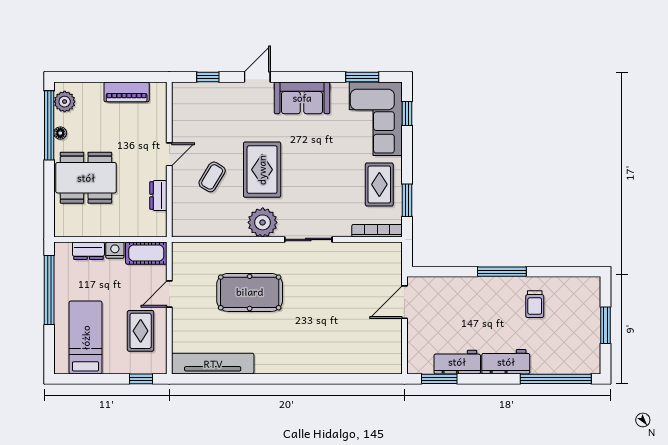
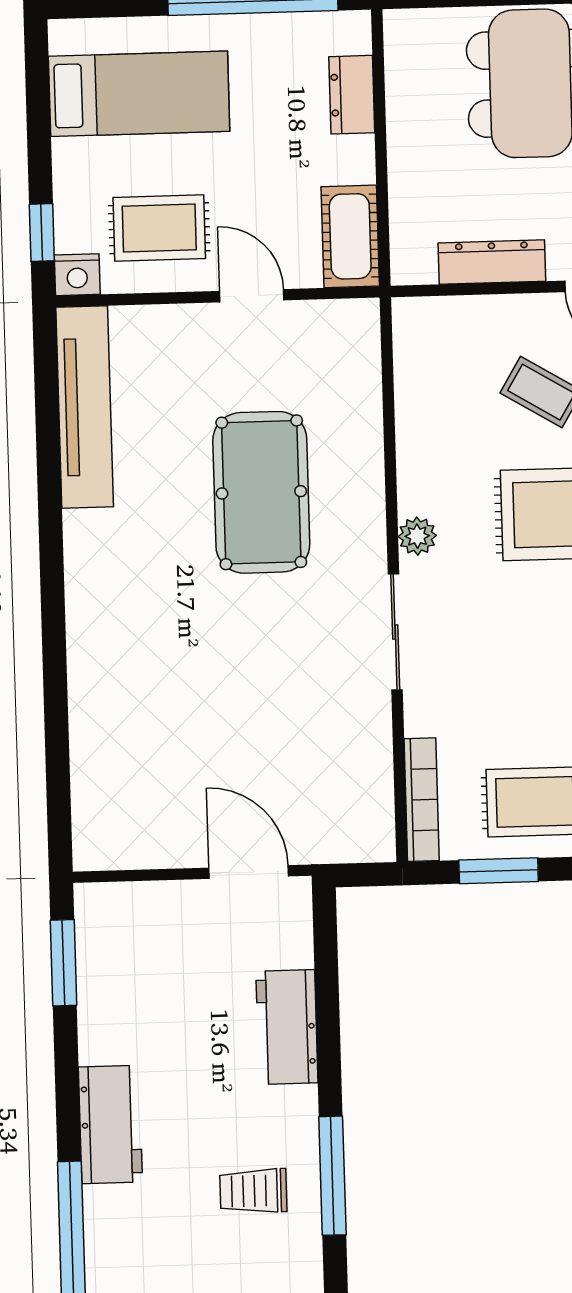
dresser: (158, 196) -> (492, 262), width x1.44
plant: (263, 222) -> (417, 536), width x0.53, depth x0.53
nightstand: (115, 250) -> (77, 275), moved, turned 90
window: (502, 272) -> (332, 1176), moved
workbench: (457, 362) -> (287, 1027), moved, turned 180

